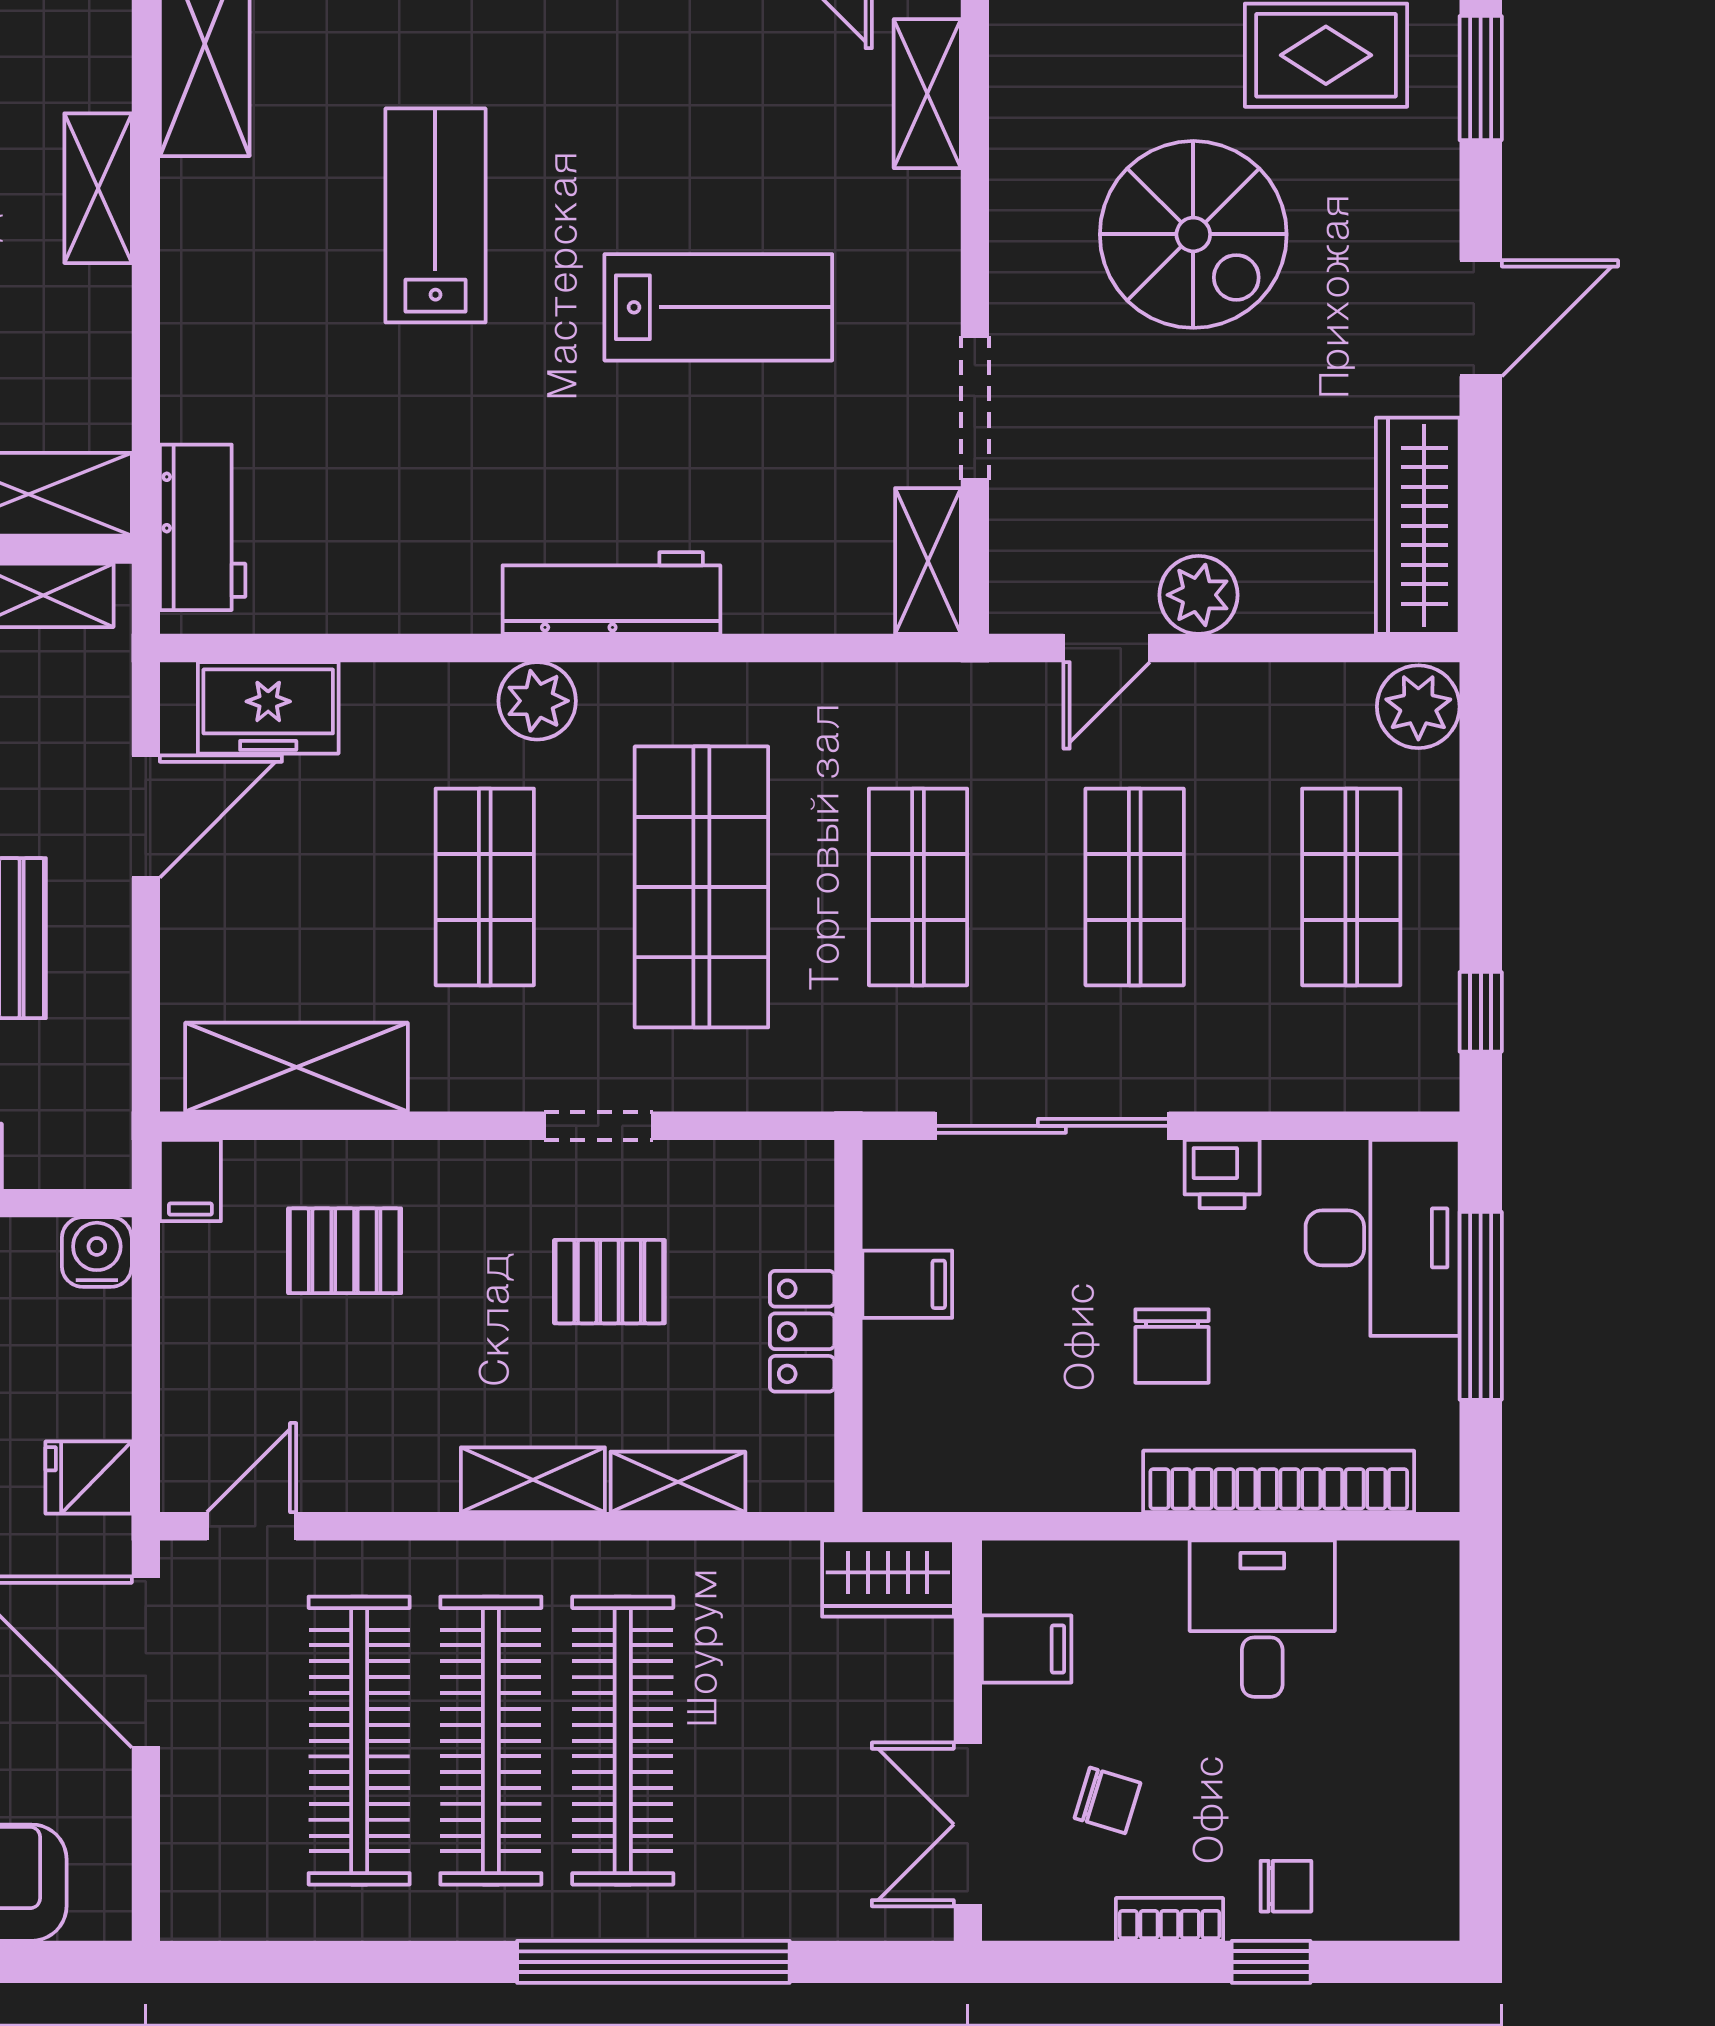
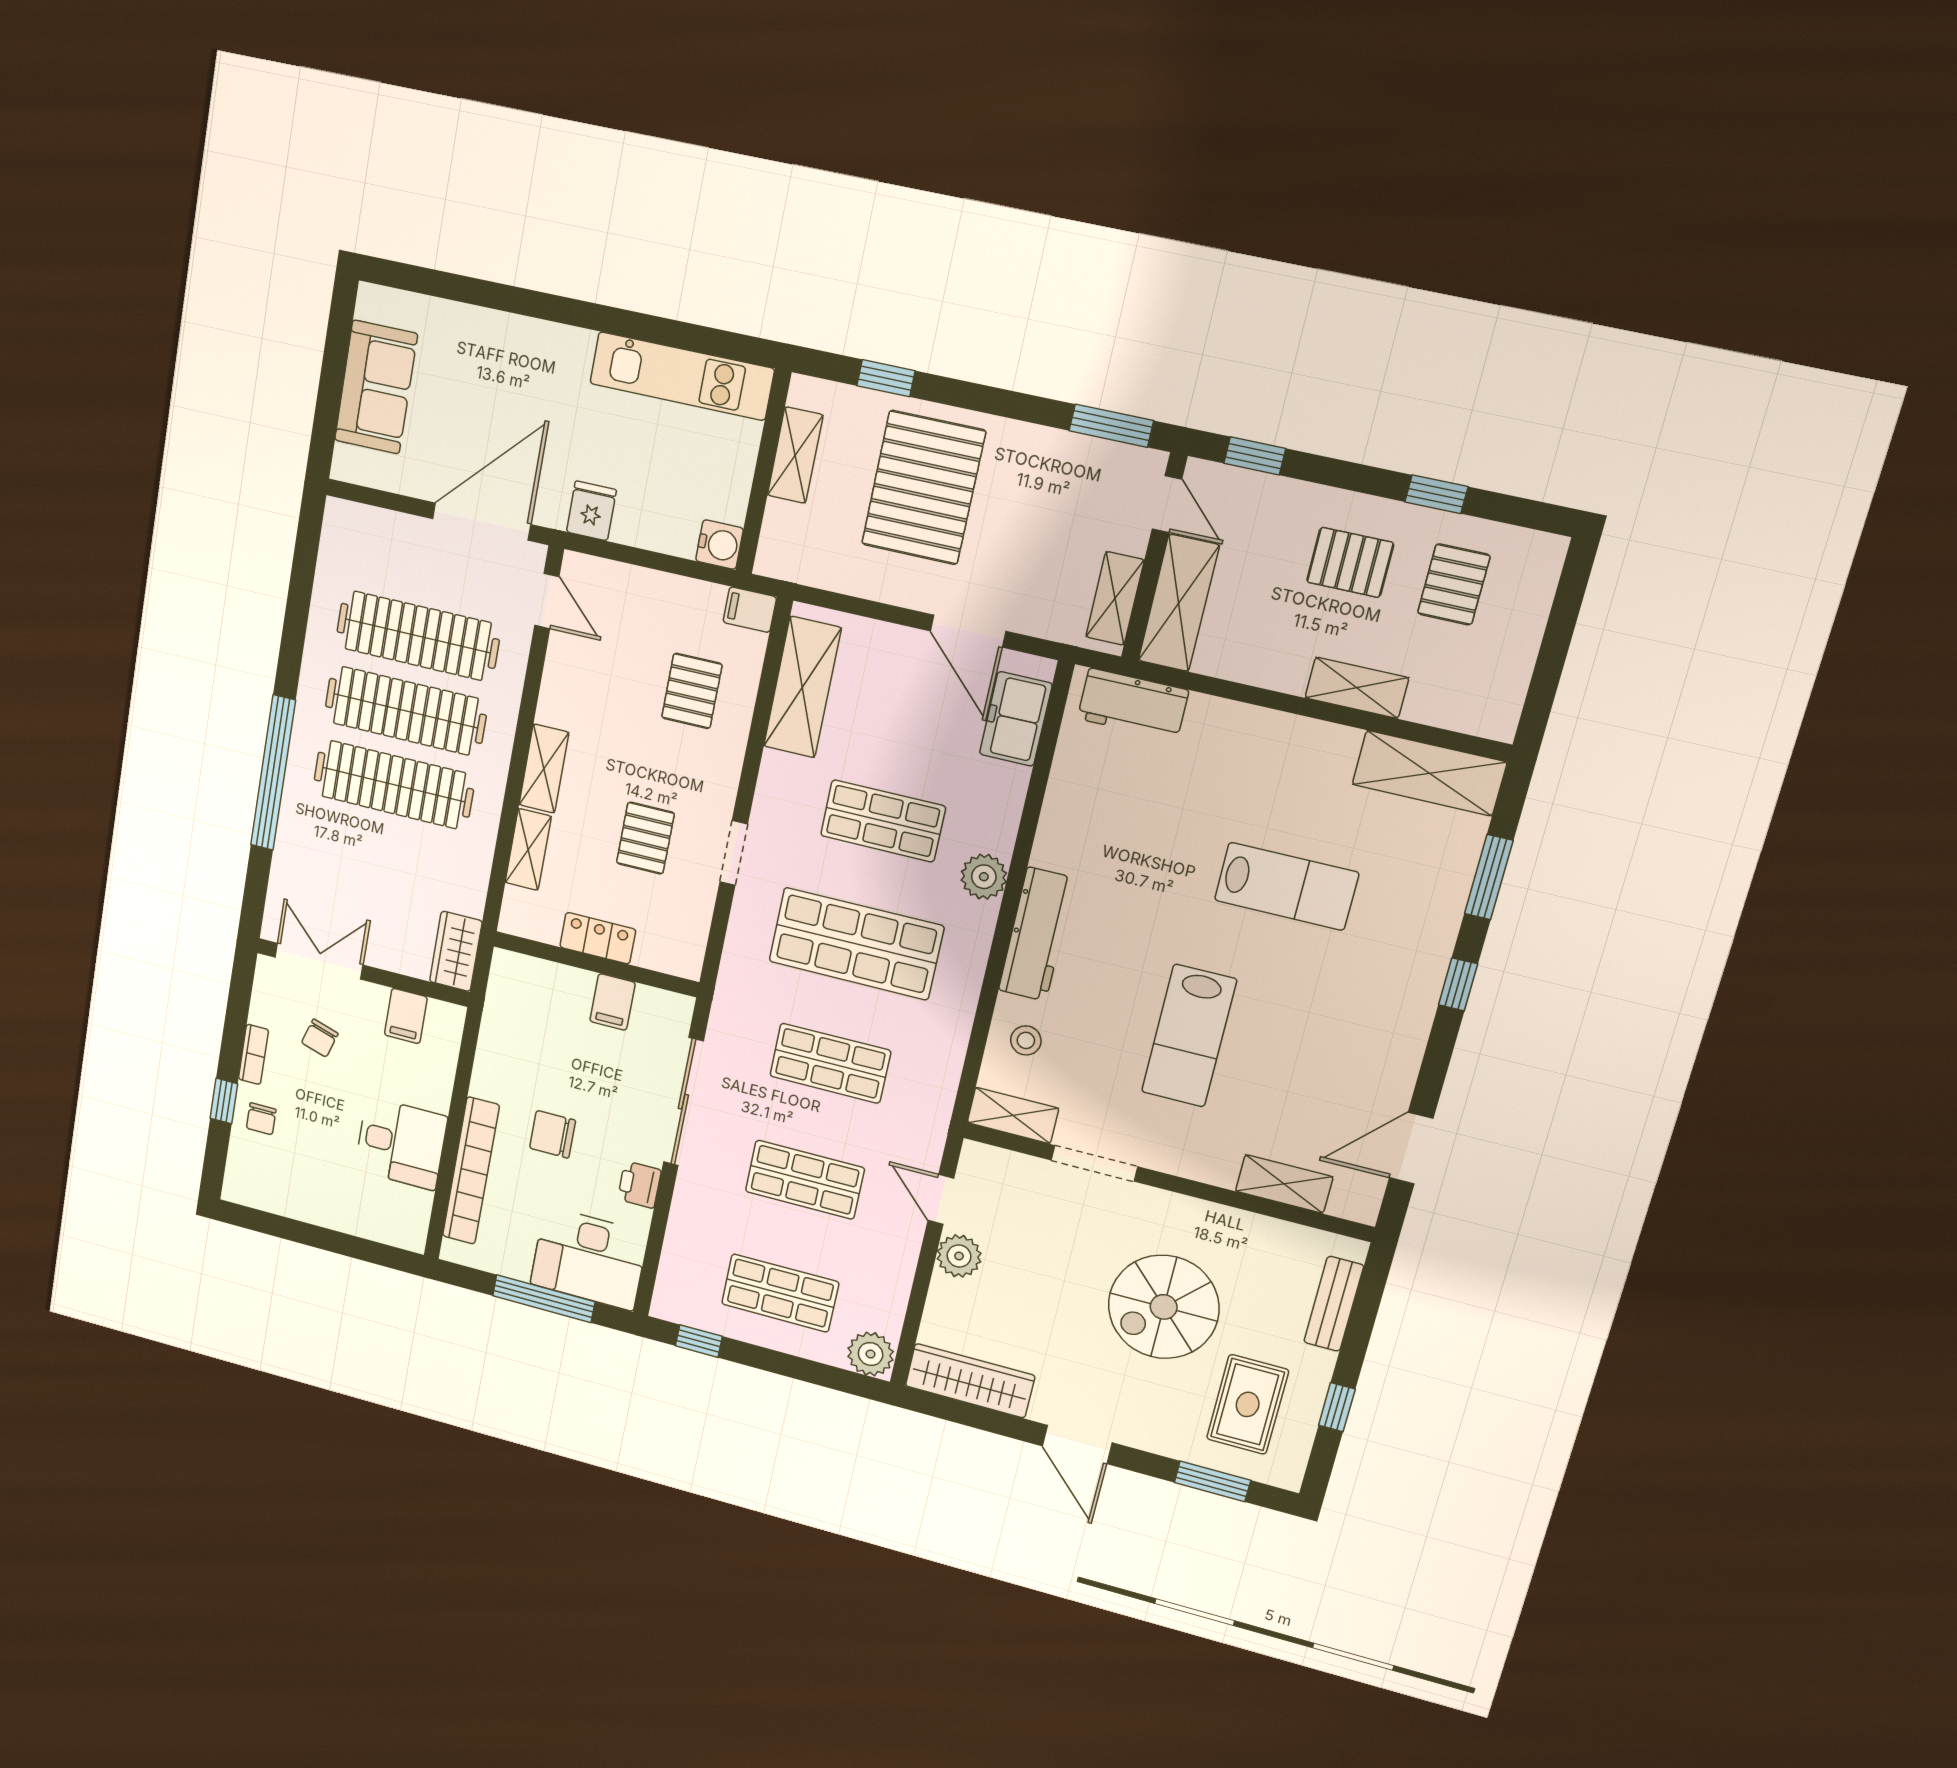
stool: (794, 569) -> (1026, 1040), added

